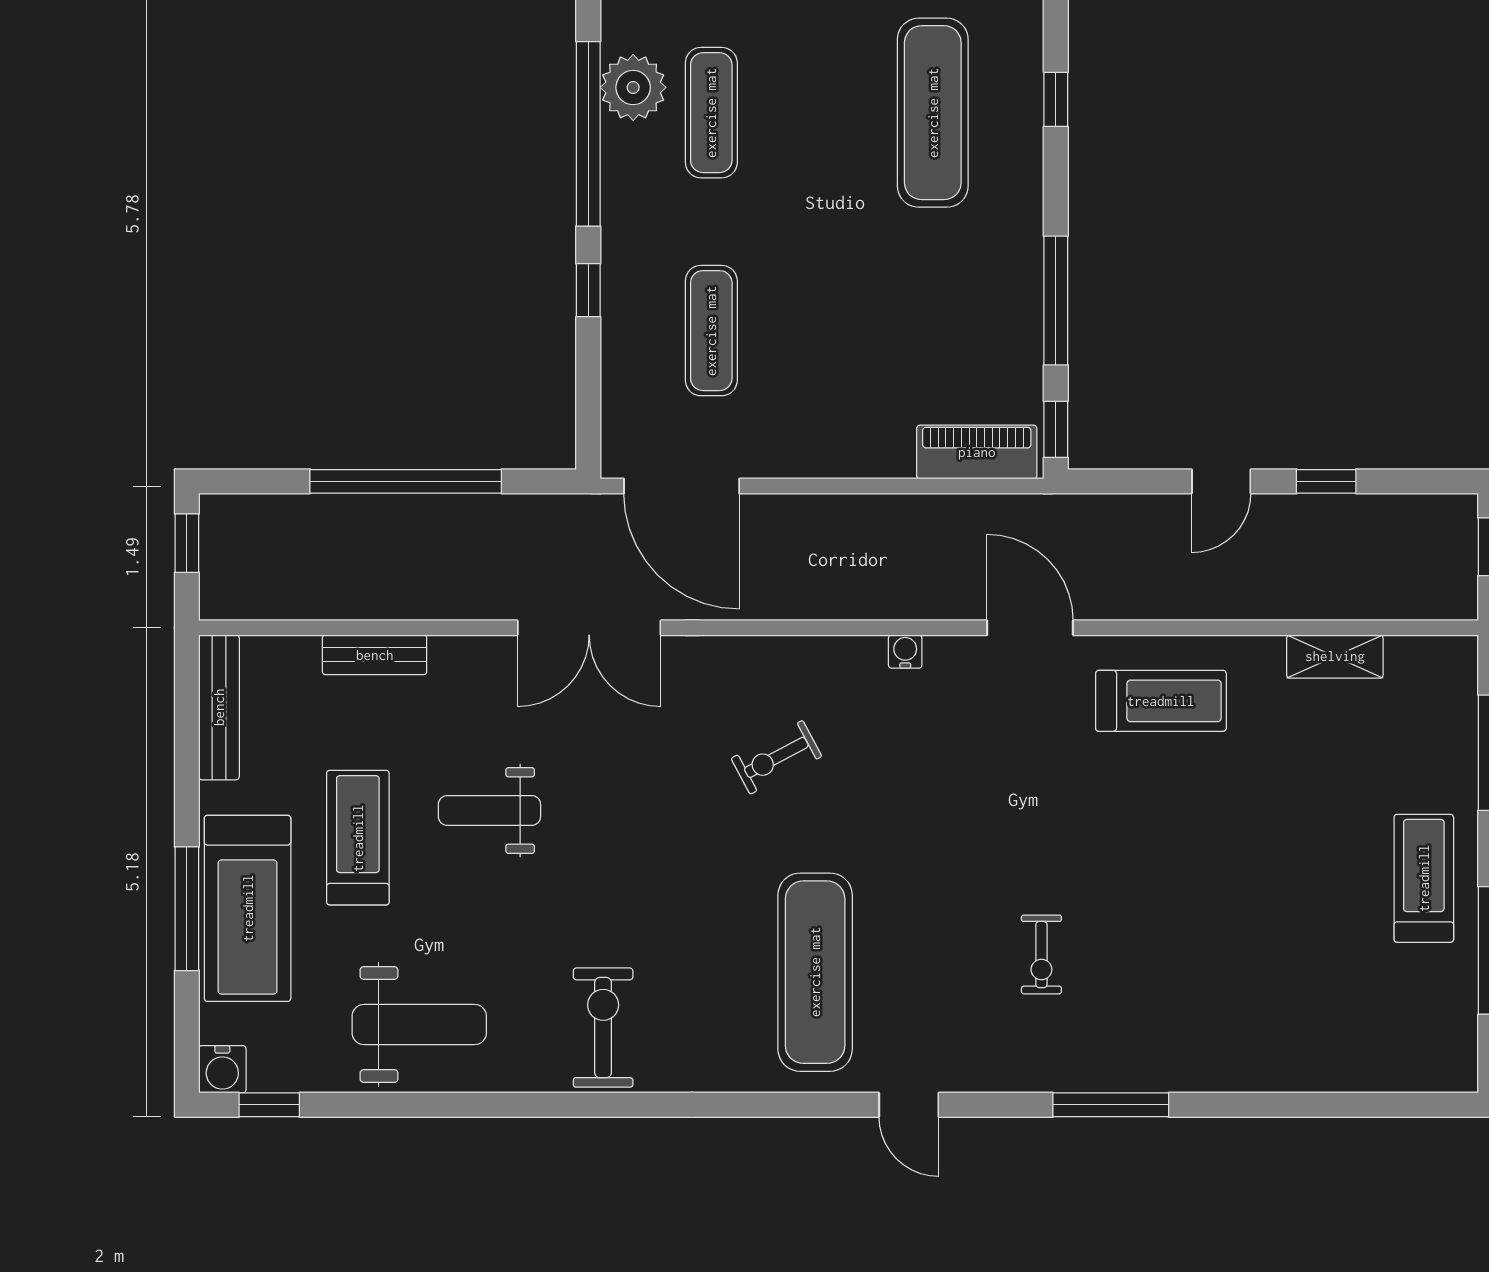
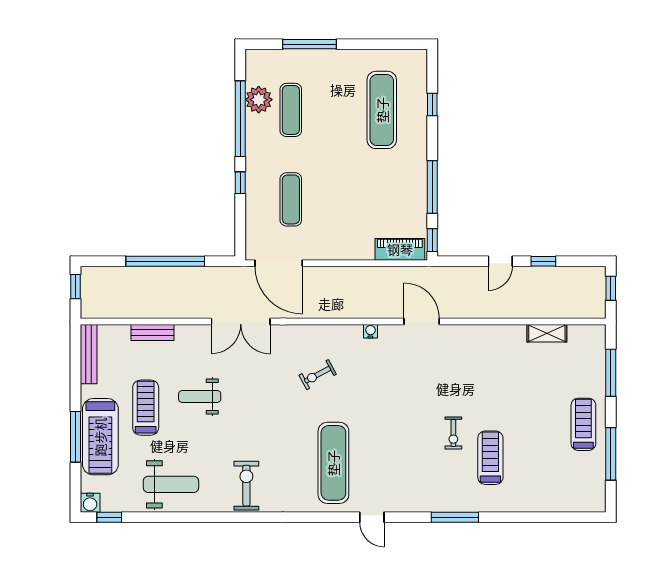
treadmill: (1161, 701) -> (490, 458), moved, turned -90
exercise bike: (1041, 955) -> (453, 433), moved

